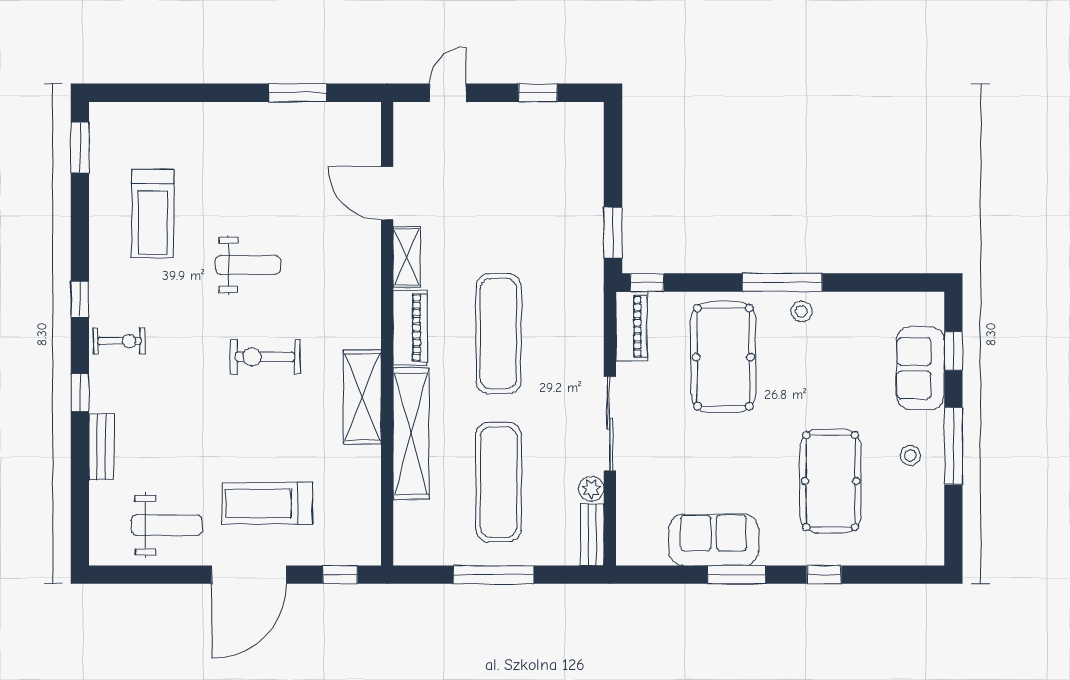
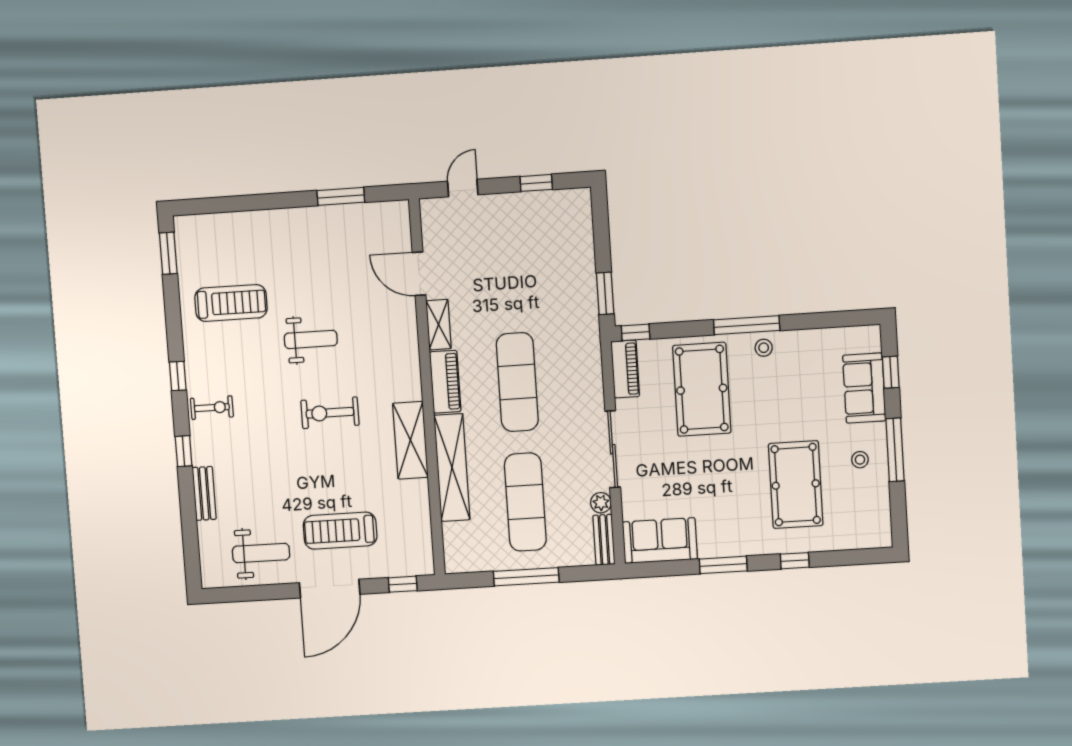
treadmill: (153, 214) -> (231, 303), turned -90
sofa: (714, 540) -> (660, 541), moved

